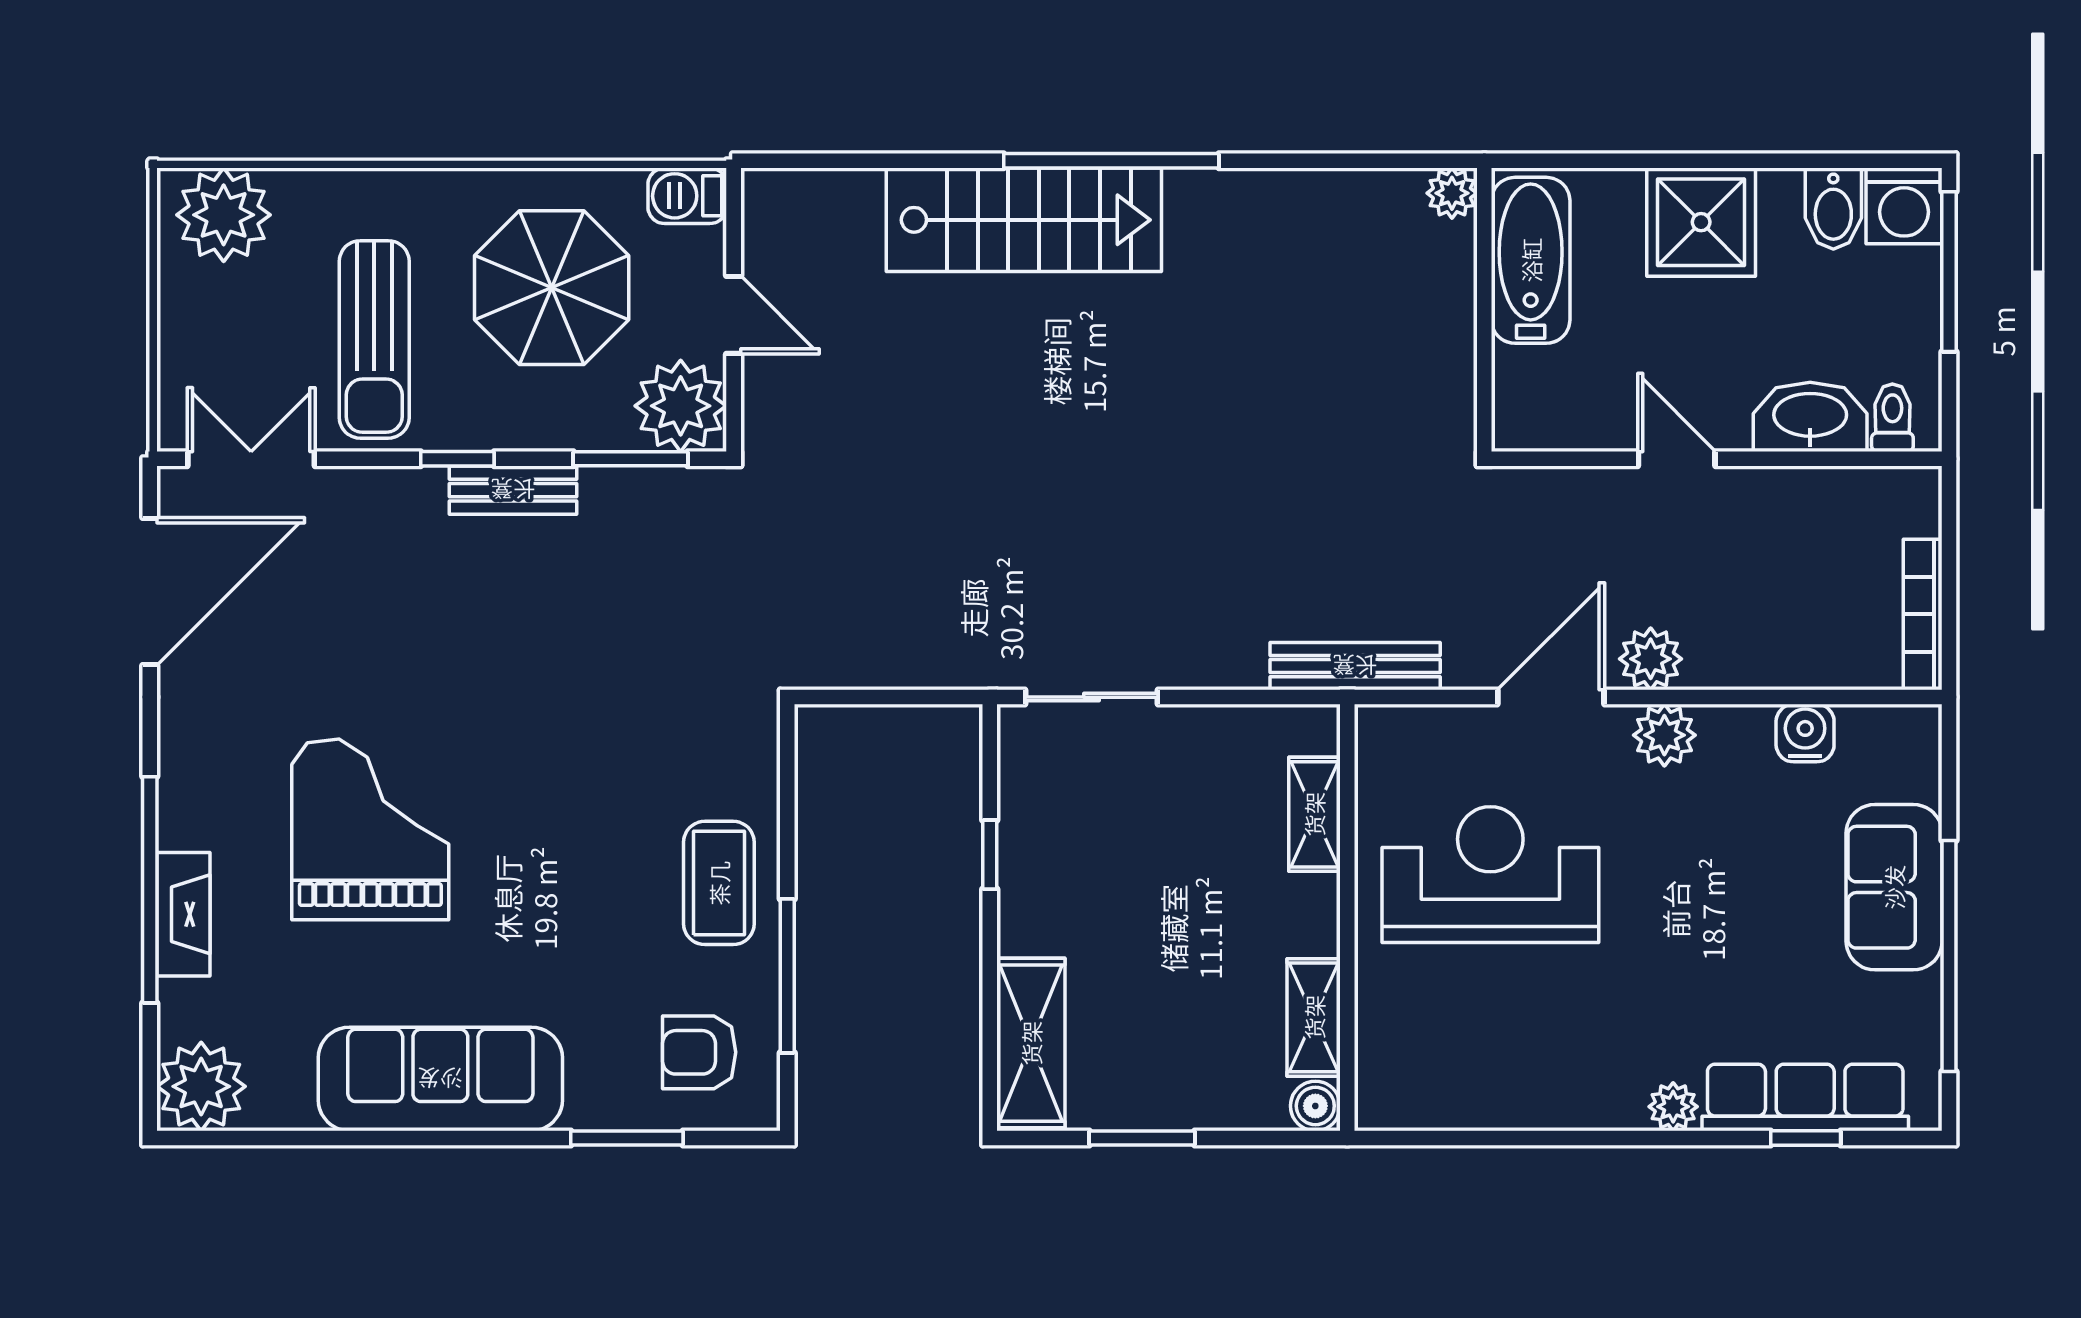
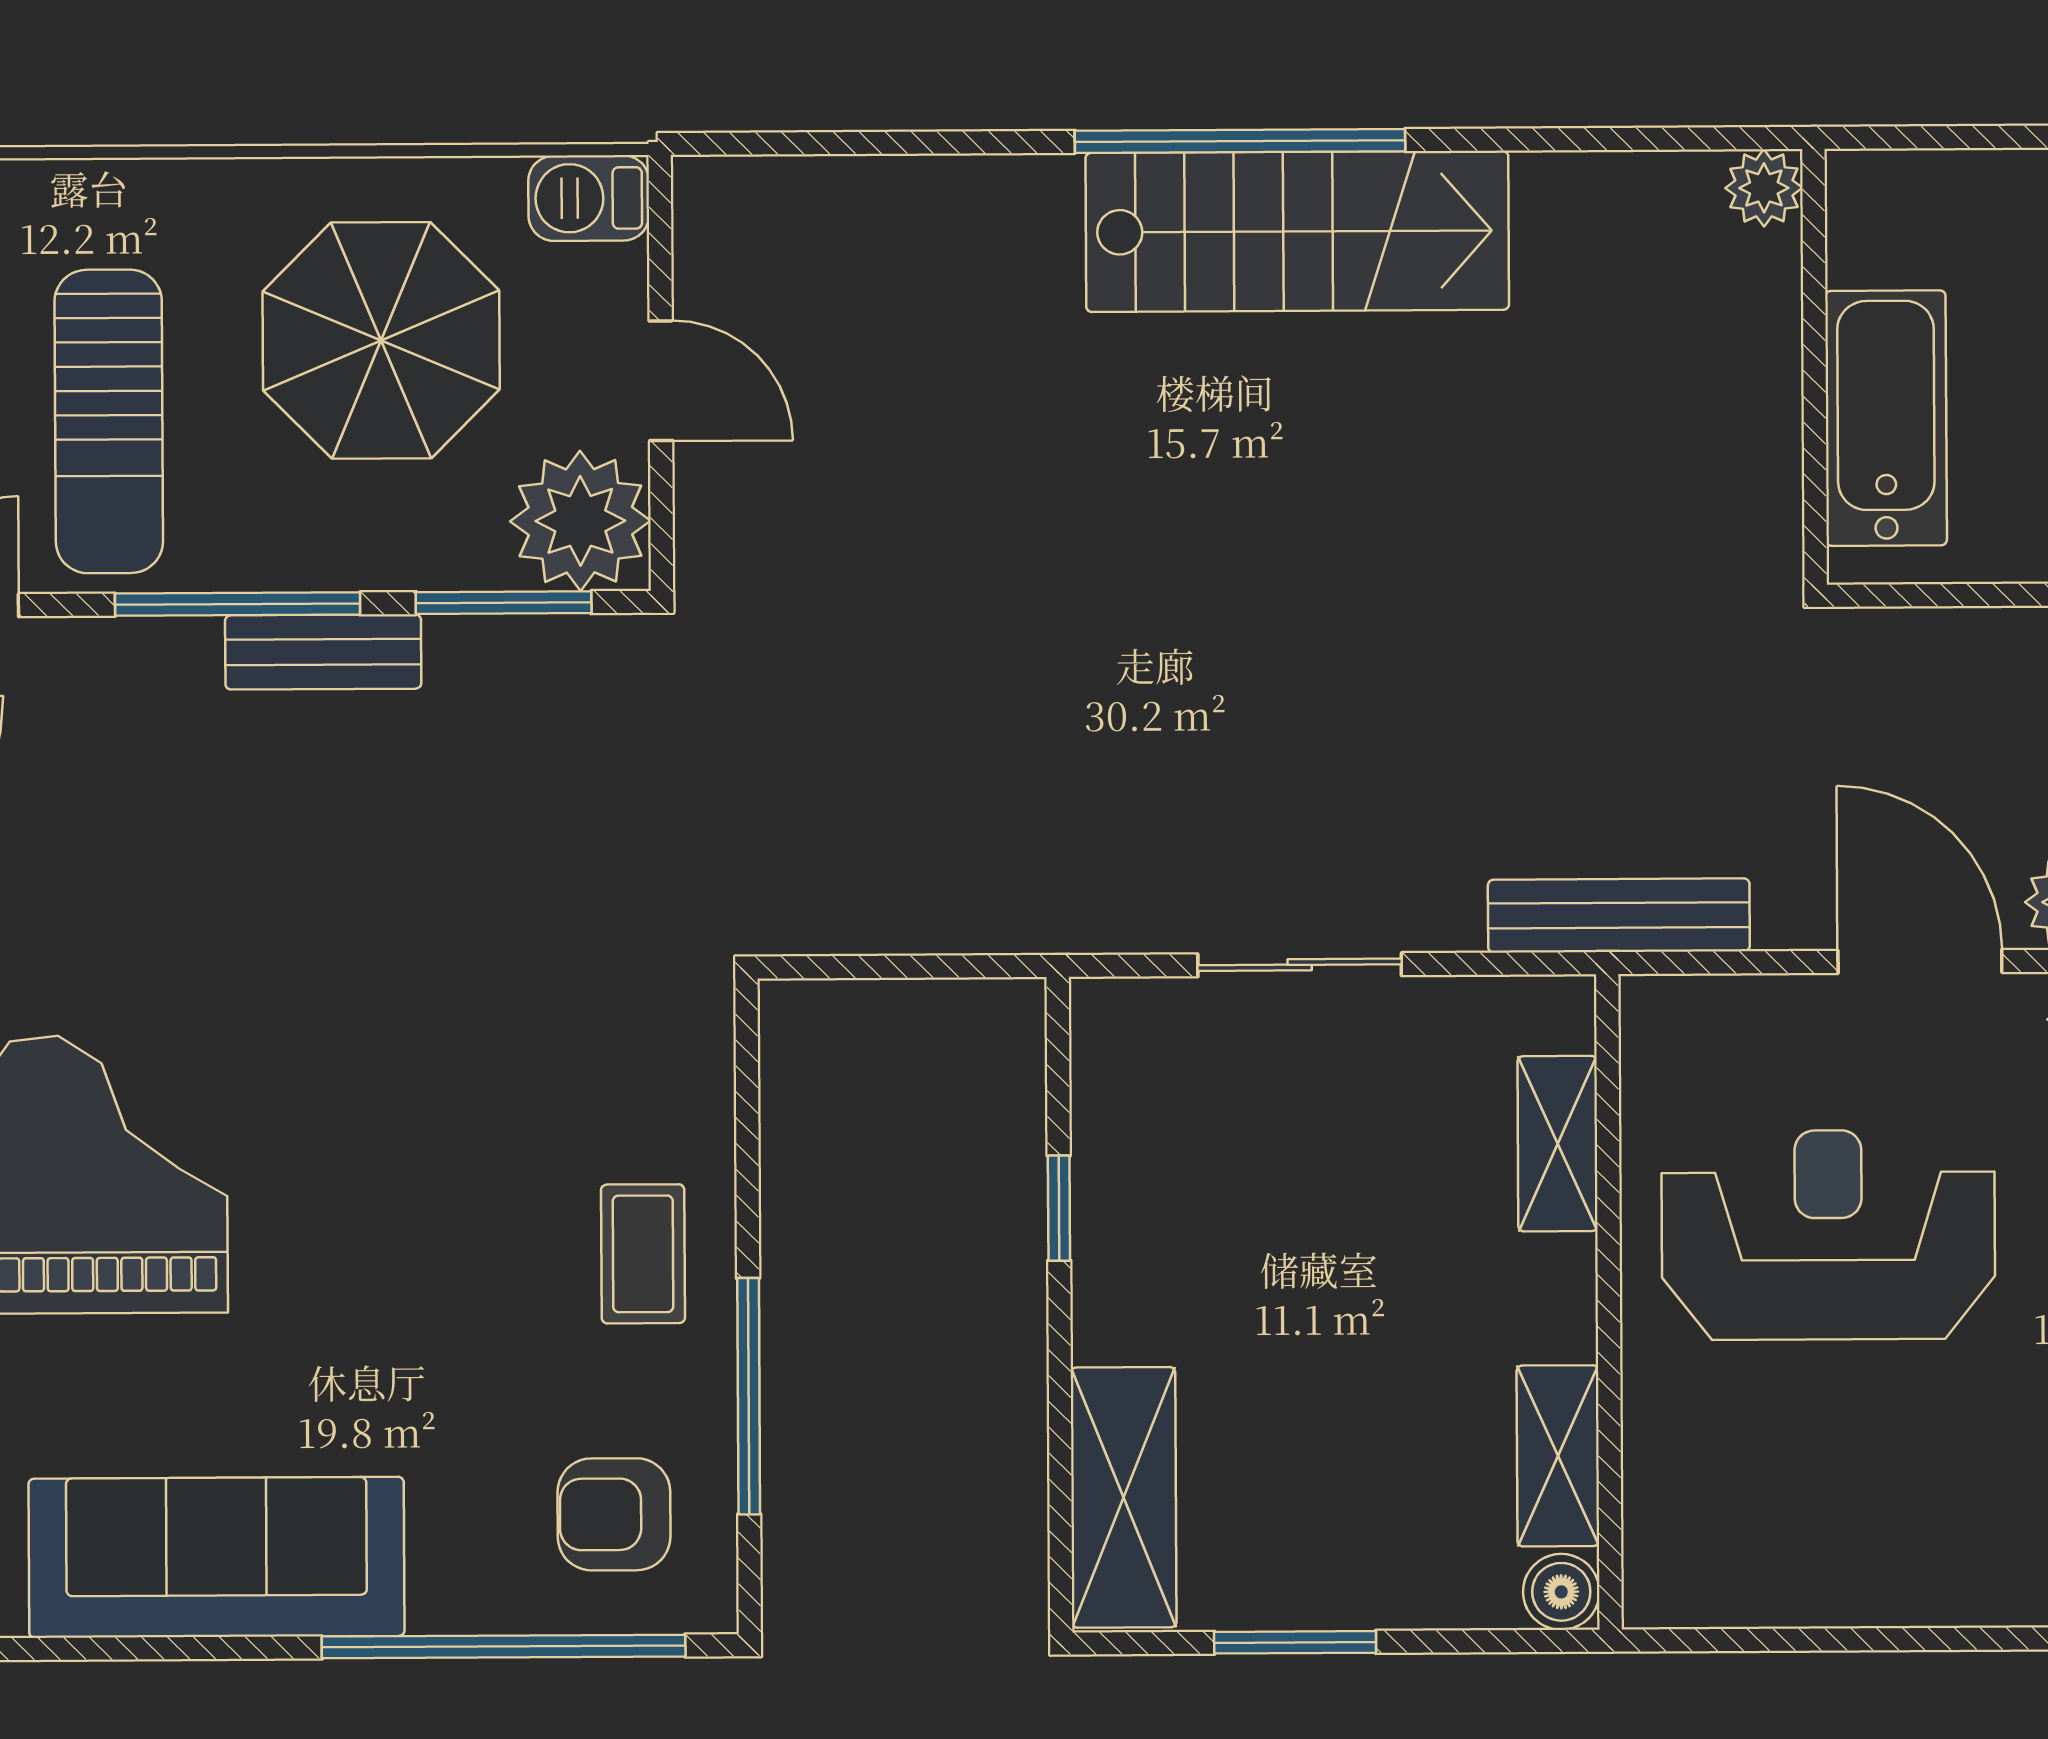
stairs: (1024, 220) -> (1297, 231), moved
bathtub: (1531, 260) -> (1886, 418), moved
window: (457, 459) -> (238, 604), width x2.17
sliding door: (1092, 697) -> (1300, 965), moved
door: (1551, 697) -> (1920, 961), hinge flipped
coffee table: (719, 883) -> (643, 1254), width x0.73, depth x0.77
window: (627, 1138) -> (504, 1646), width x2.11

